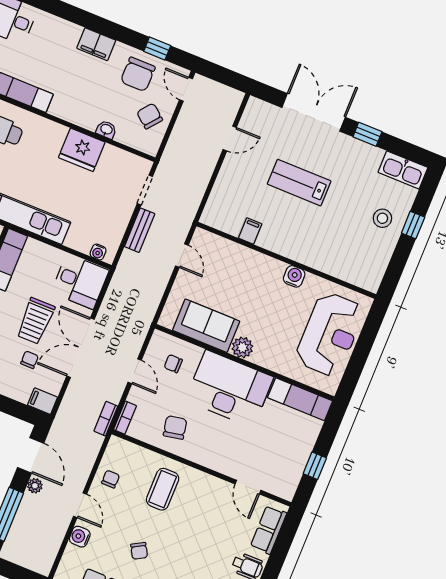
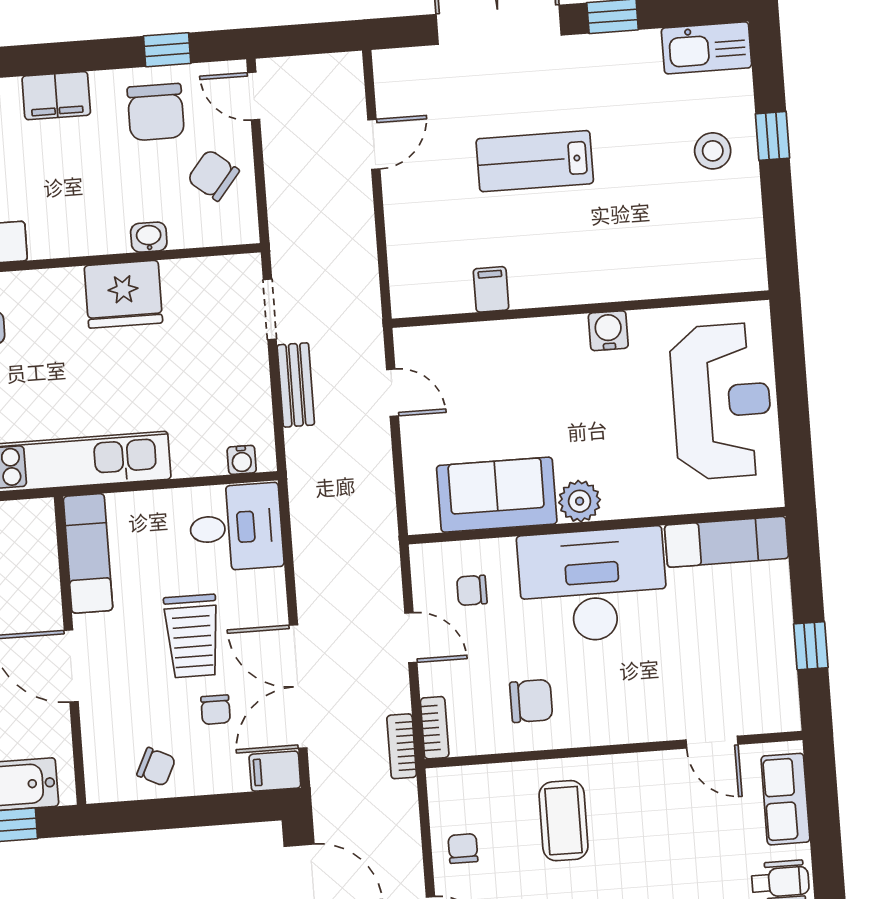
double door: (81, 348) -> (298, 687), moved
chair: (29, 360) -> (216, 710), turned 180
chair: (175, 427) -> (531, 701), turned 101

